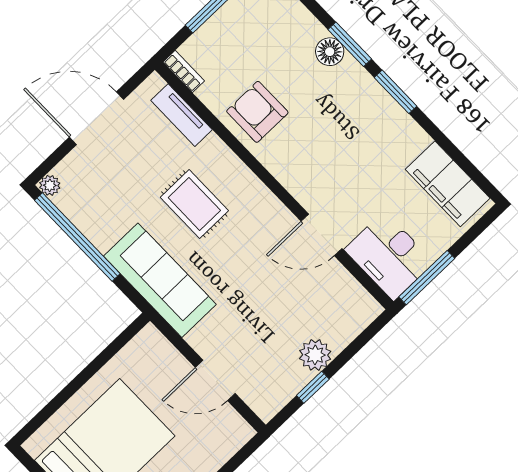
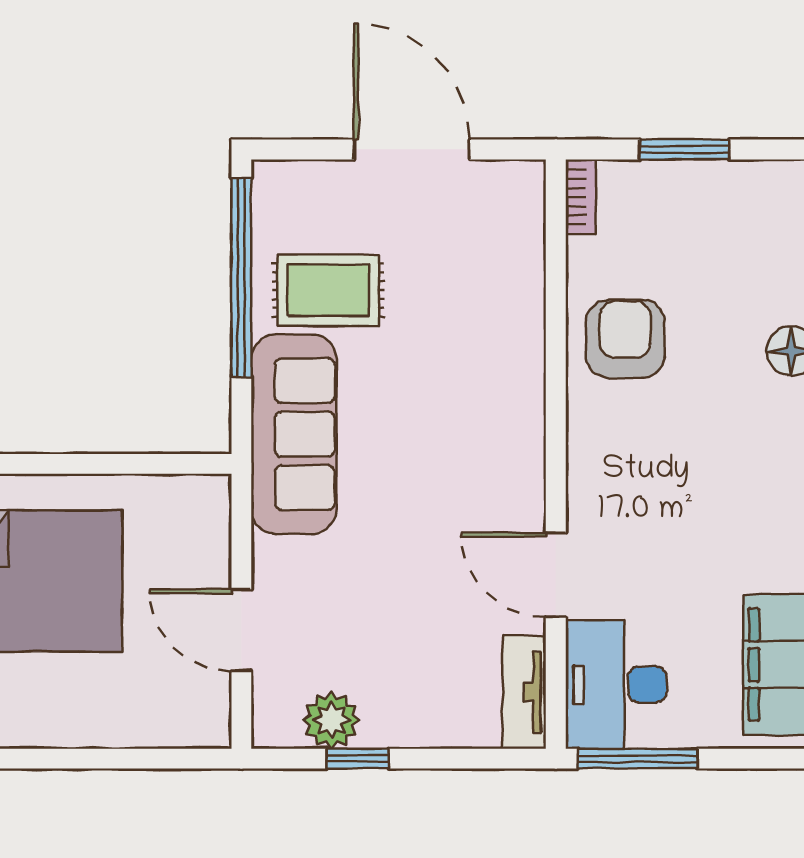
tv unit: (181, 115) -> (524, 692), moved
plant: (50, 185) -> (270, 178), removed
rug: (194, 204) -> (328, 290), moved, turned 90
plant: (315, 355) -> (331, 720), moved

